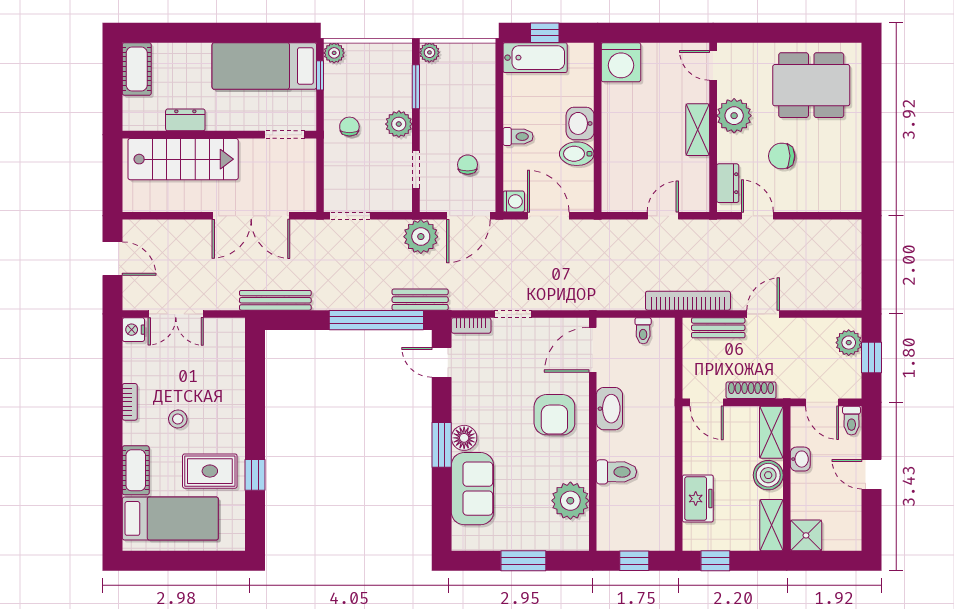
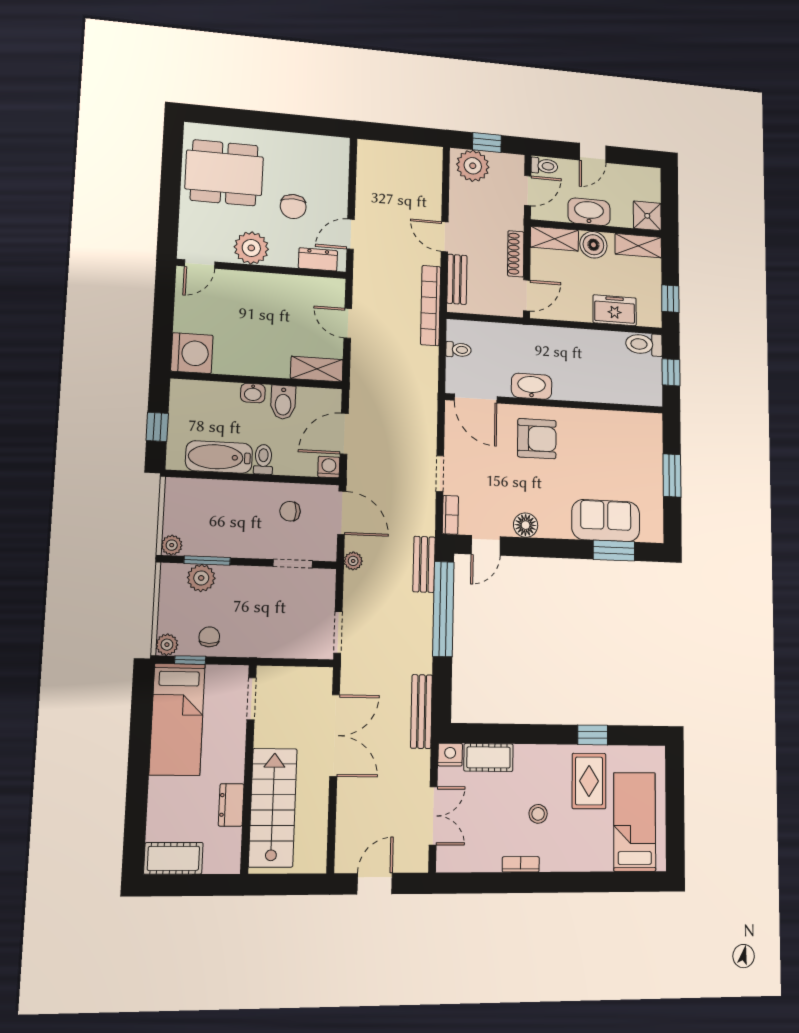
bathtub: (535, 58) -> (219, 457), moved, turned -90
dining table: (811, 85) -> (224, 173), turned 90
washbasin: (580, 123) -> (253, 393), width x0.72, depth x0.69
plant: (399, 124) -> (201, 578), moved
chair: (349, 127) -> (209, 637), moved, turned 90
shelving: (698, 130) -> (317, 369), moved
plant: (421, 237) -> (353, 561), width x0.53, depth x0.53
nightstand: (133, 330) -> (450, 755), moved, turned 180
plant: (849, 343) -> (473, 166), width x1.36, depth x1.36
floor lamp: (464, 438) -> (526, 525), moved
window: (442, 445) -> (614, 551), moved
washbasin: (800, 459) -> (589, 212), width x1.91, depth x1.45
cot: (136, 470) -> (488, 757), moved
toilet: (616, 472) -> (644, 344), moved, turned -90
plant: (570, 501) -> (617, 428), removed

